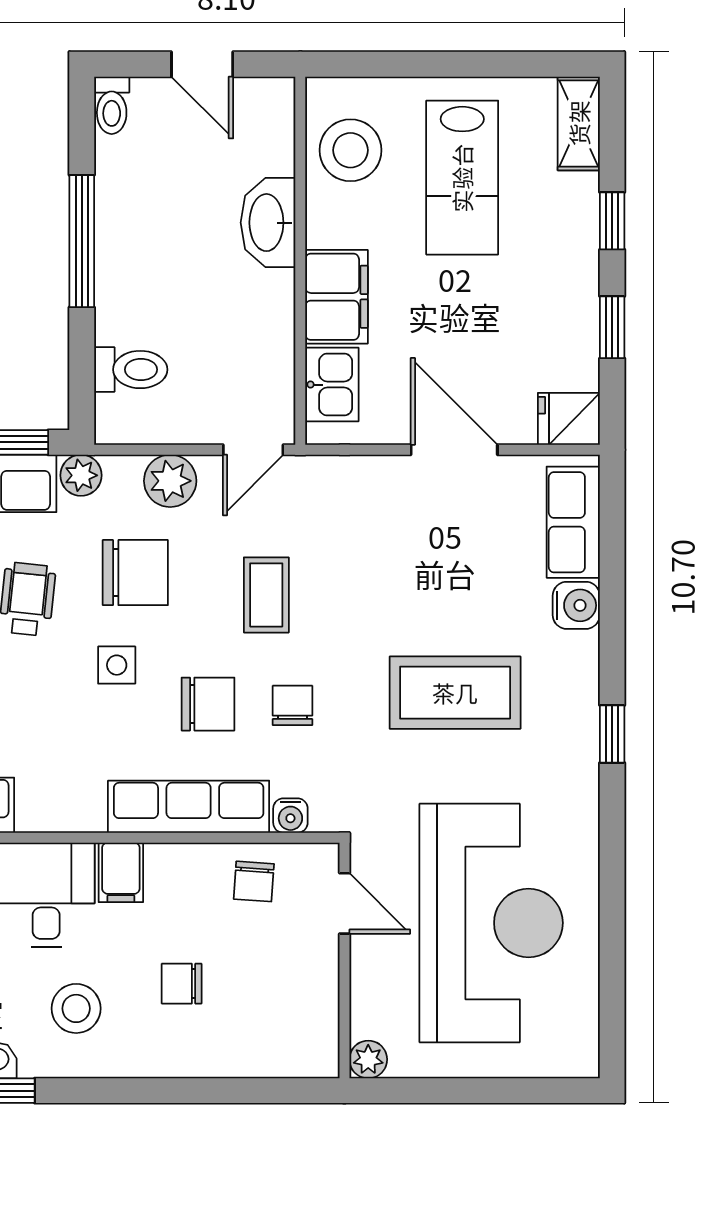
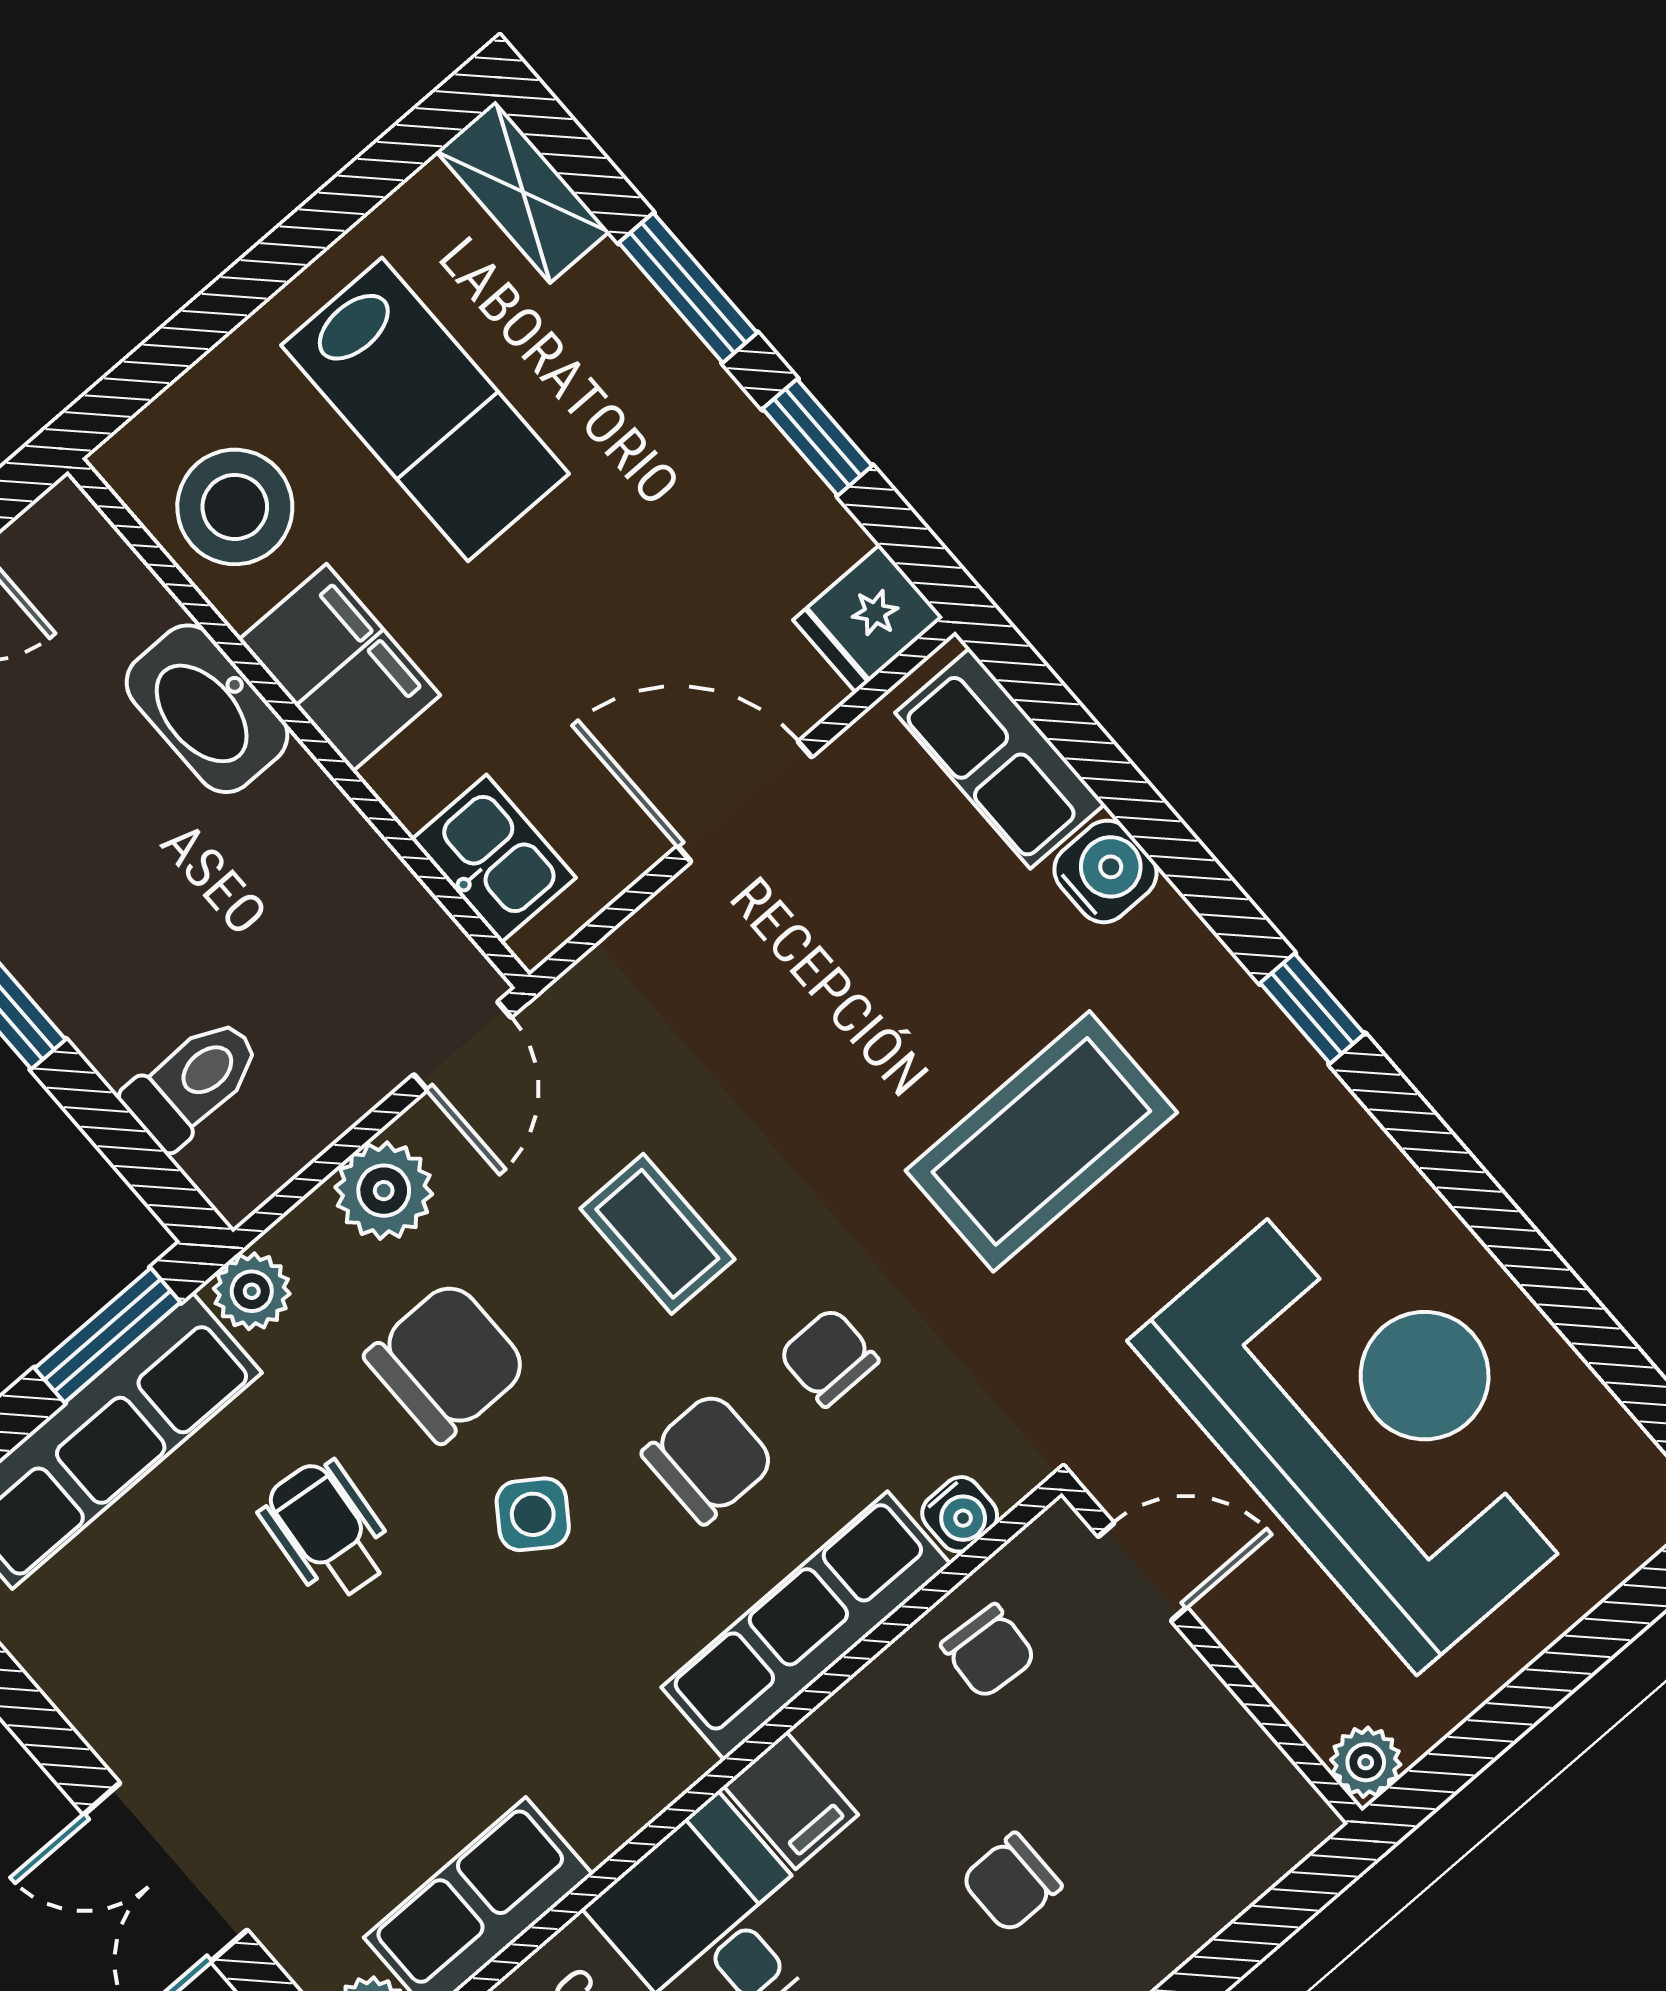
window: (612, 221) -> (688, 288), width x1.50
filing cabinet: (336, 297) -> (339, 668), moved
side table: (117, 665) -> (533, 1514), turned 35

